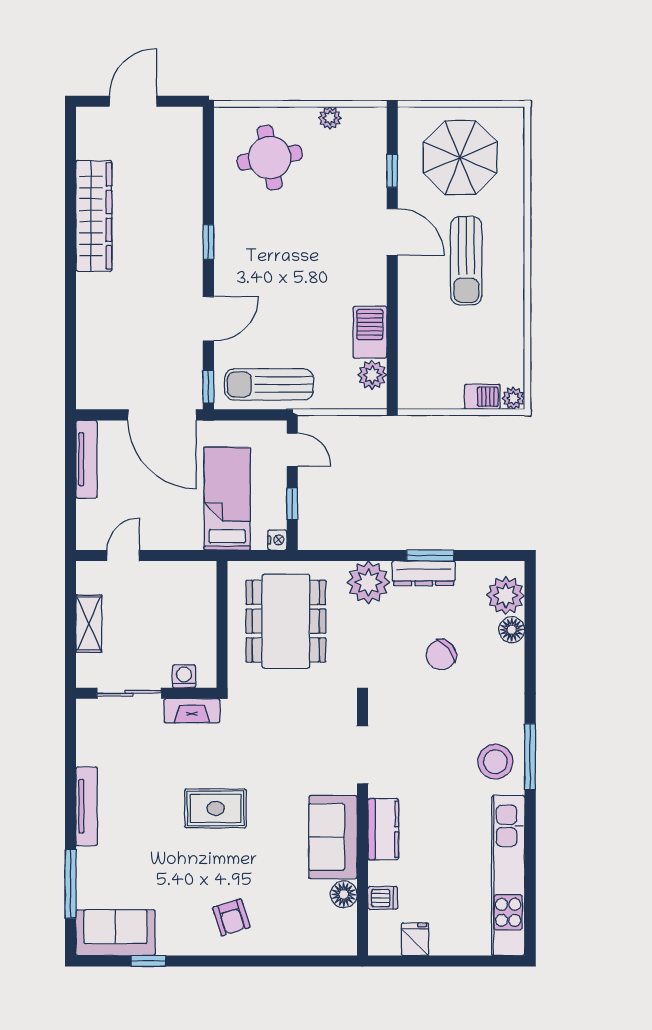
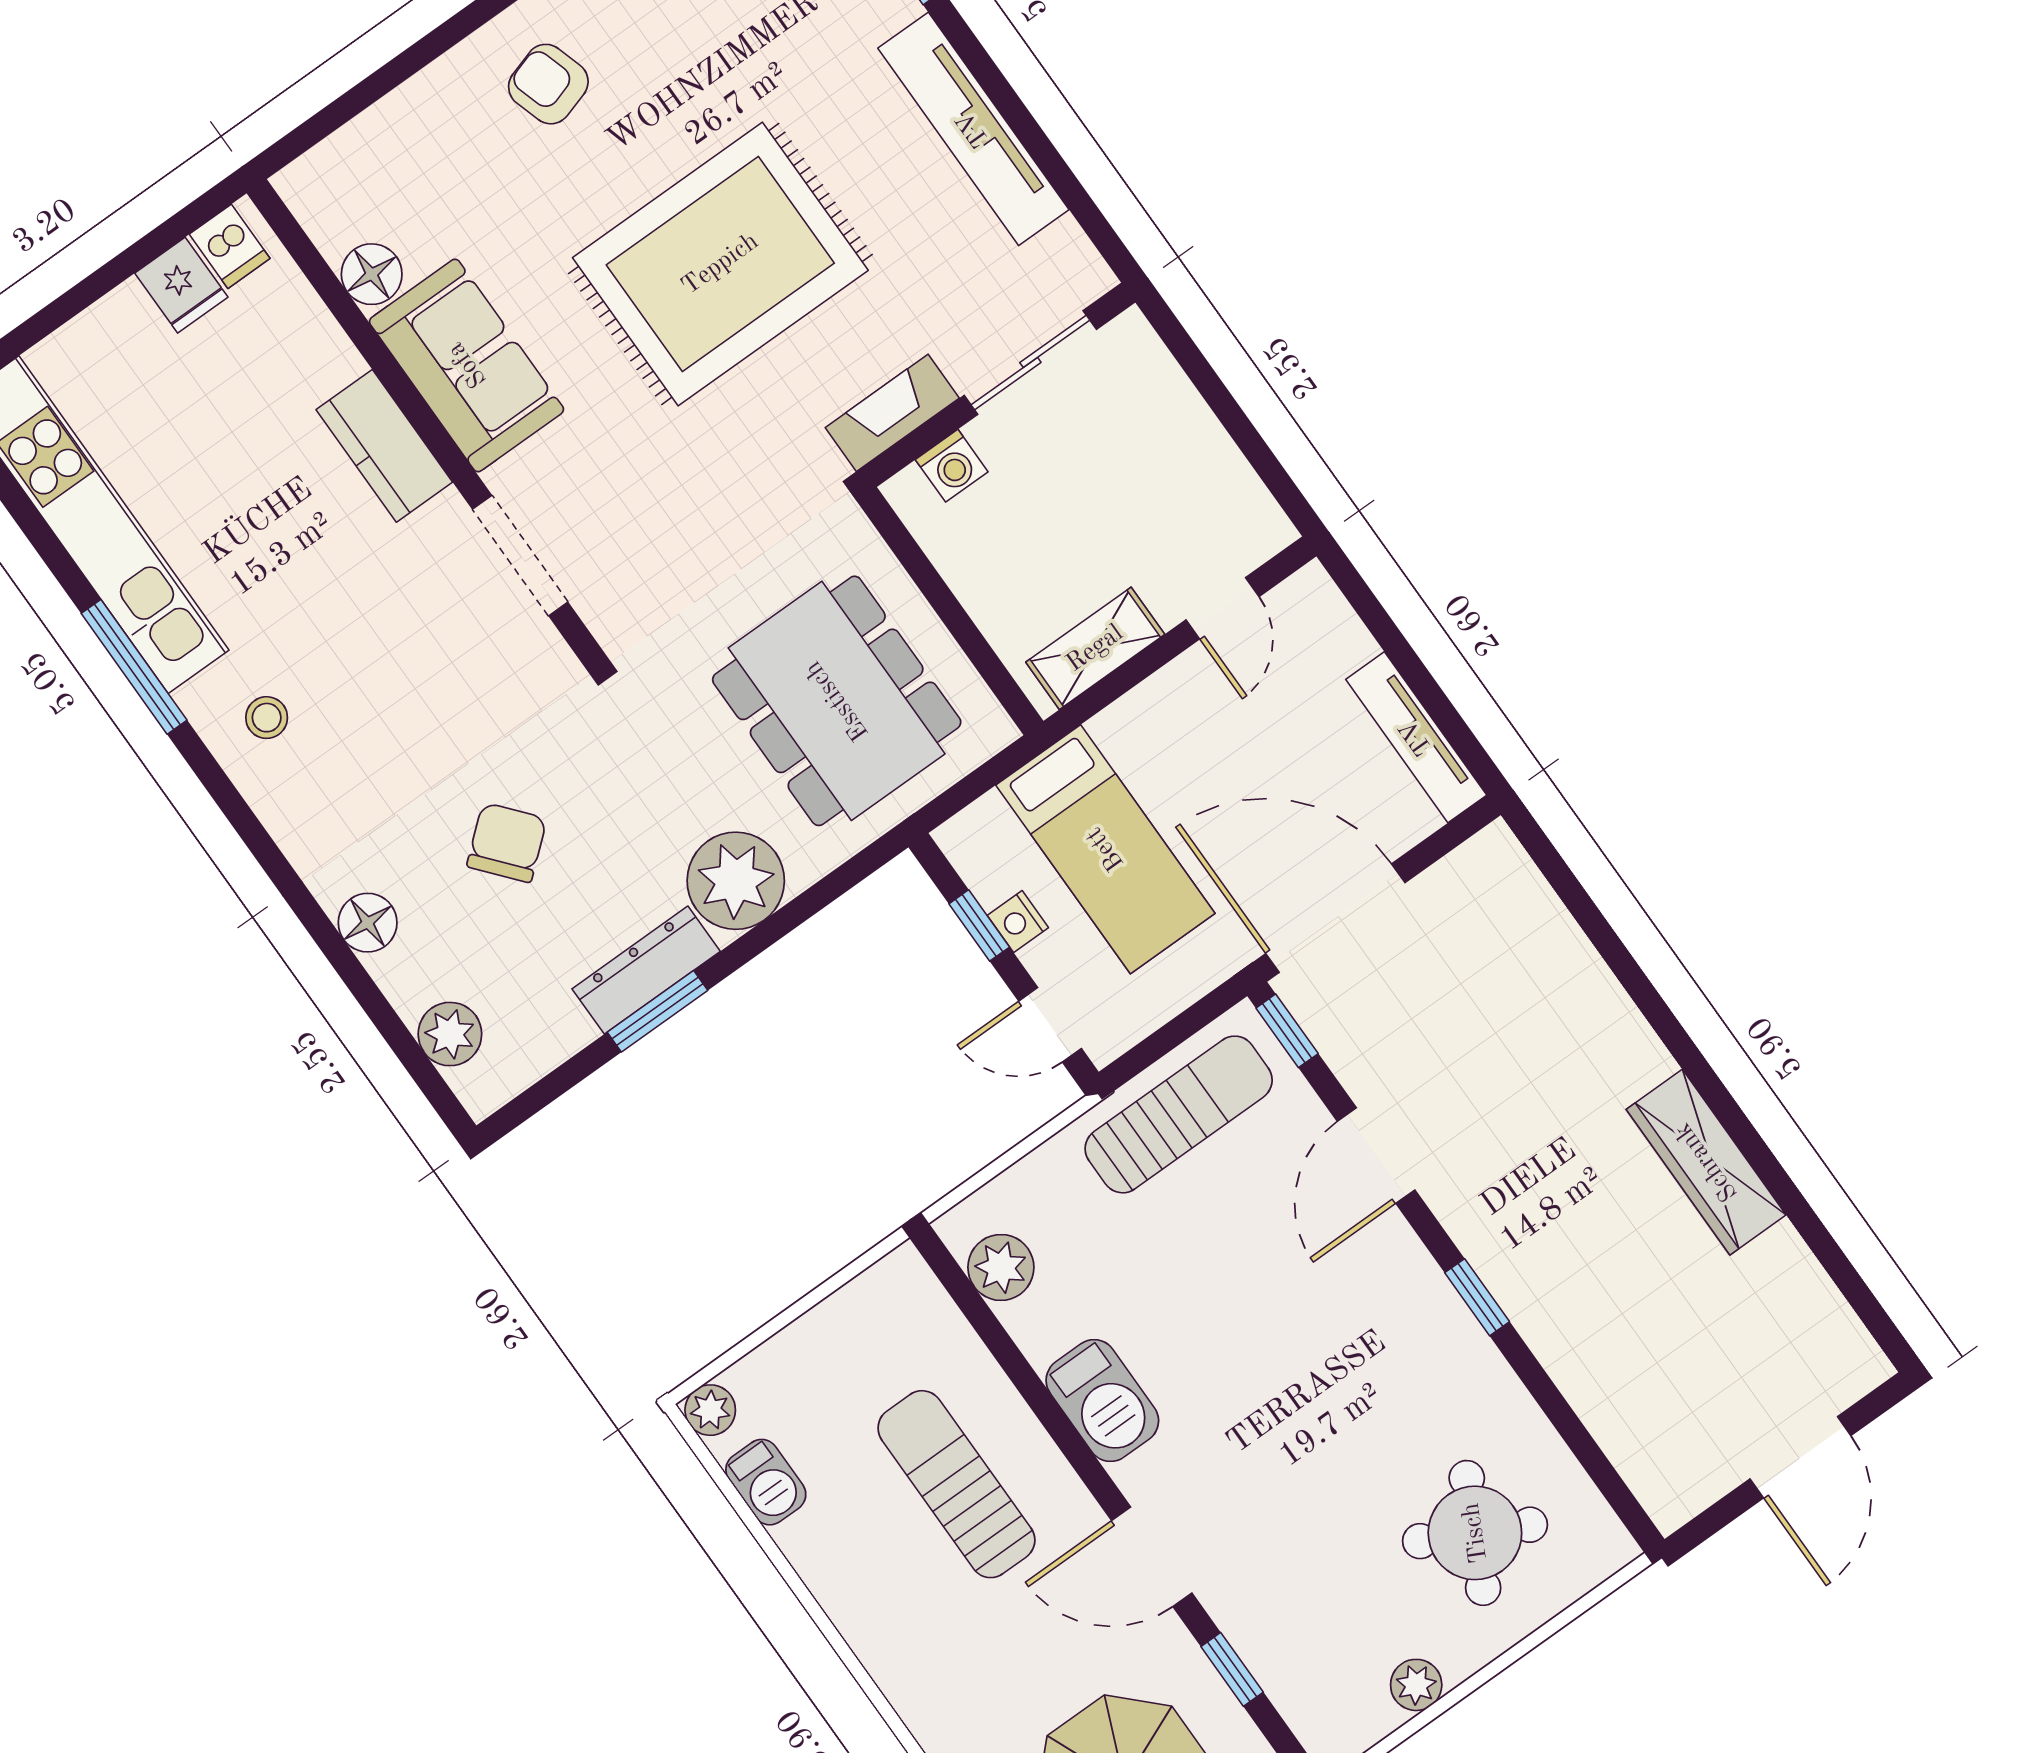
round table: (270, 158) -> (1475, 1533), turned 37
wardrobe: (94, 216) -> (1706, 1162), width x0.71, depth x0.85
sun lounger: (466, 261) -> (956, 1484), moved
barbecue: (370, 332) -> (1102, 1401), moved
barbecue: (482, 397) -> (766, 1482), moved, turned -90
nightstand: (277, 540) -> (1018, 921), moved
plant: (506, 595) -> (450, 1034), width x0.73, depth x0.73
shelving: (89, 624) -> (1095, 648), moved, turned 90
floor lamp: (512, 630) -> (368, 923), moved
window: (530, 757) -> (134, 667), moved
stool: (495, 762) -> (267, 718), width x0.53, depth x0.53
tv unit: (87, 806) -> (973, 129), width x1.36, depth x1.29
rug: (216, 808) -> (720, 264), width x1.86, depth x2.06
dishwasher: (383, 898) -> (230, 246), moved, turned -90

